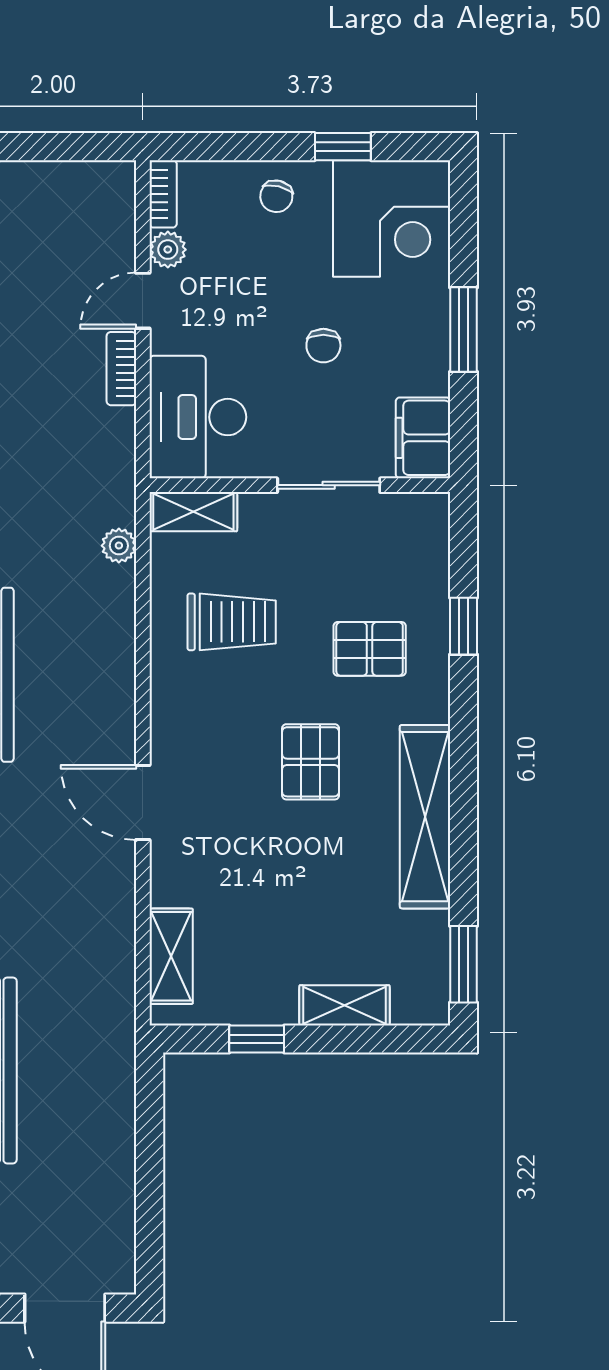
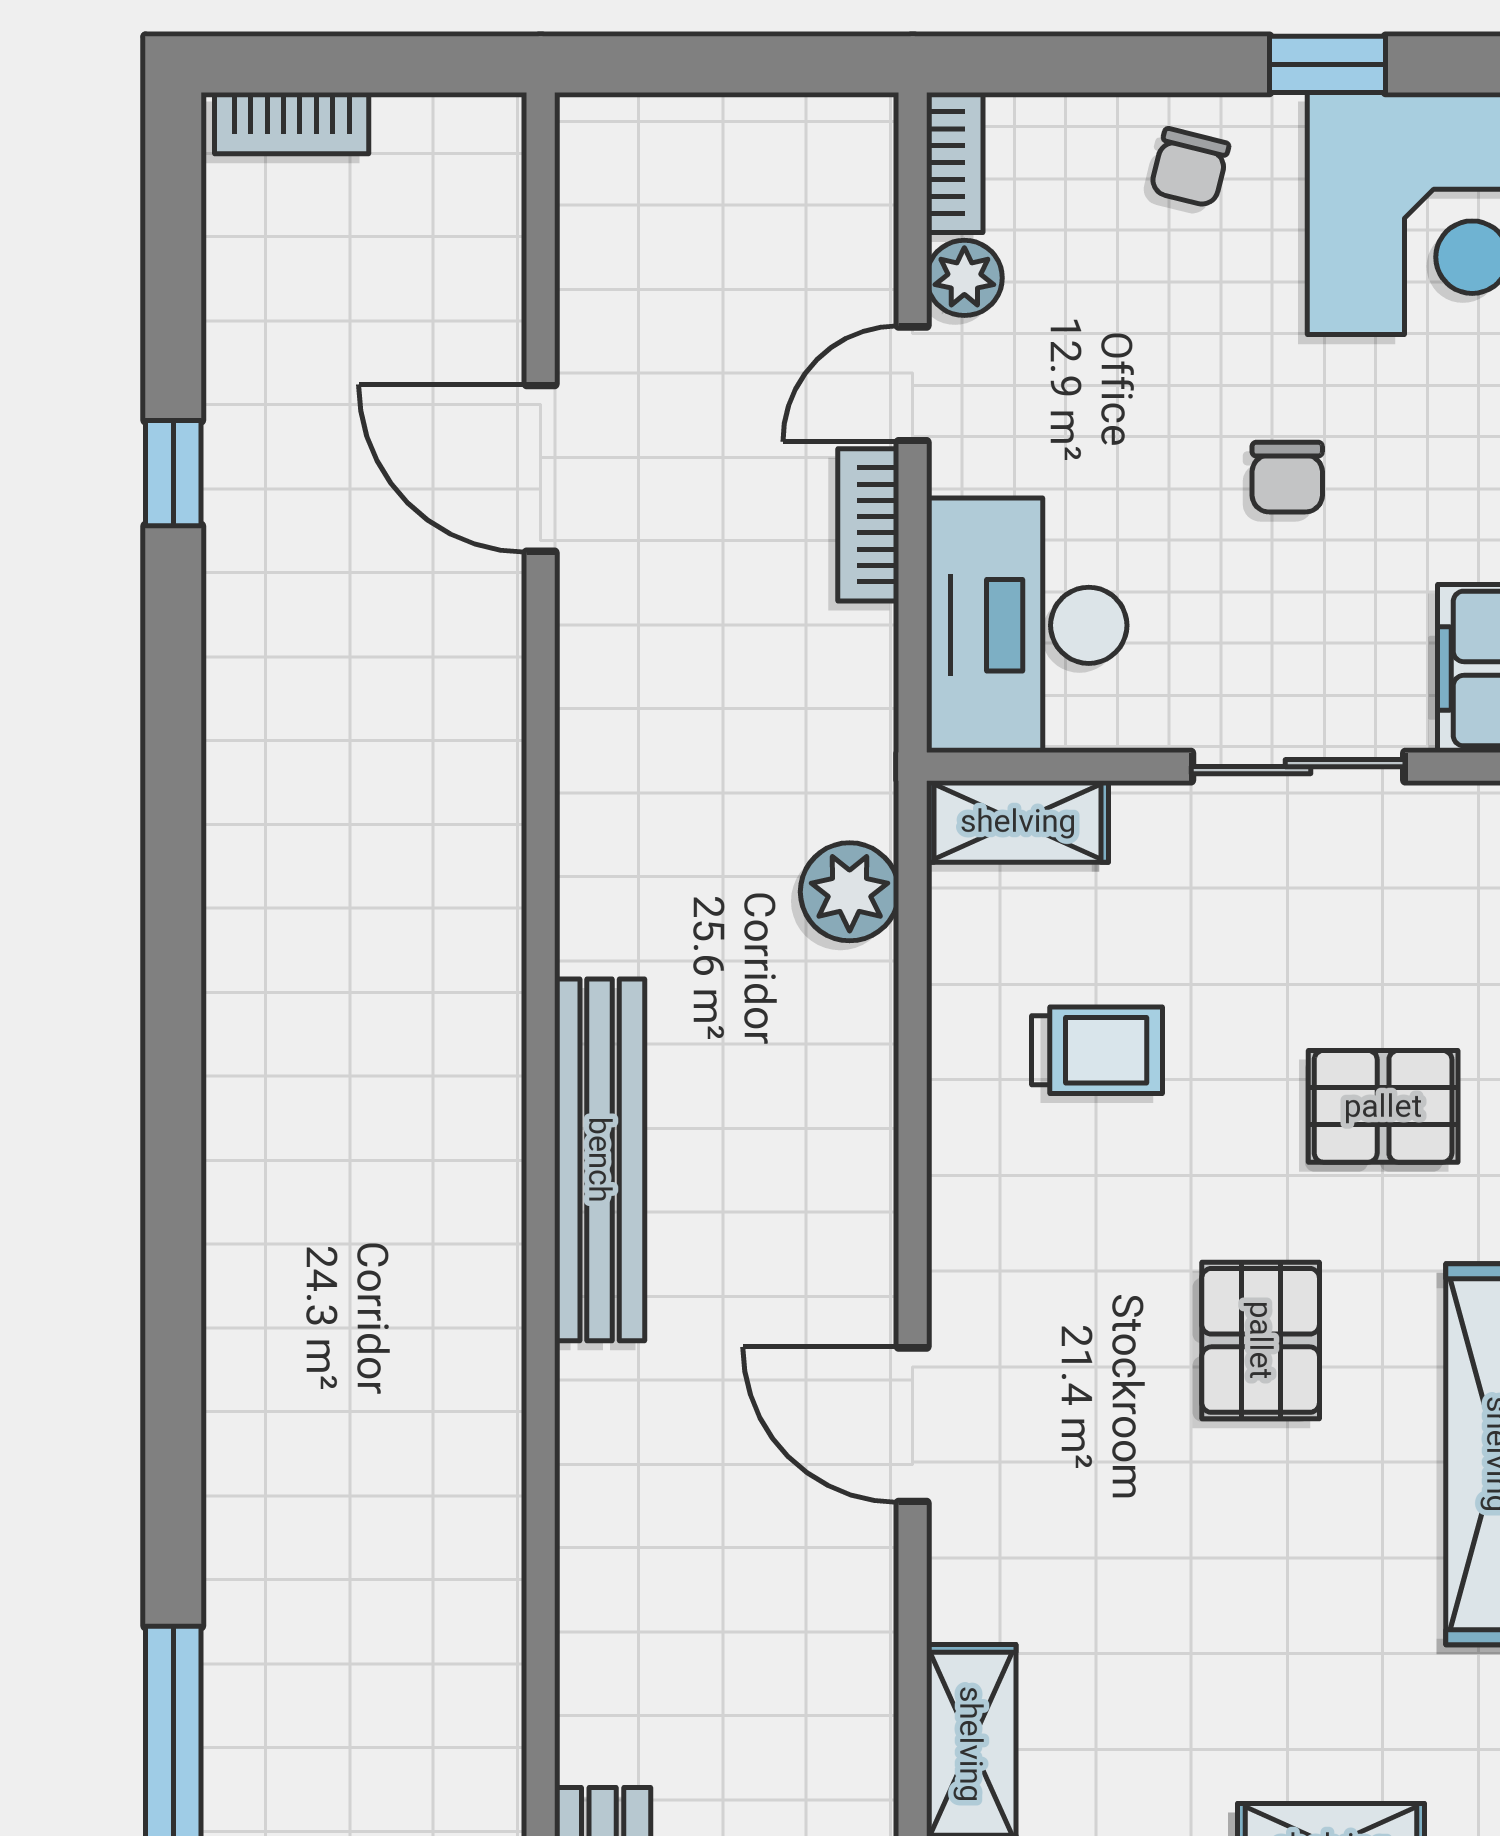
plant: (119, 546) -> (850, 892), width x1.38, depth x1.38
trolley: (232, 622) -> (1097, 1050), width x0.73, depth x0.72

